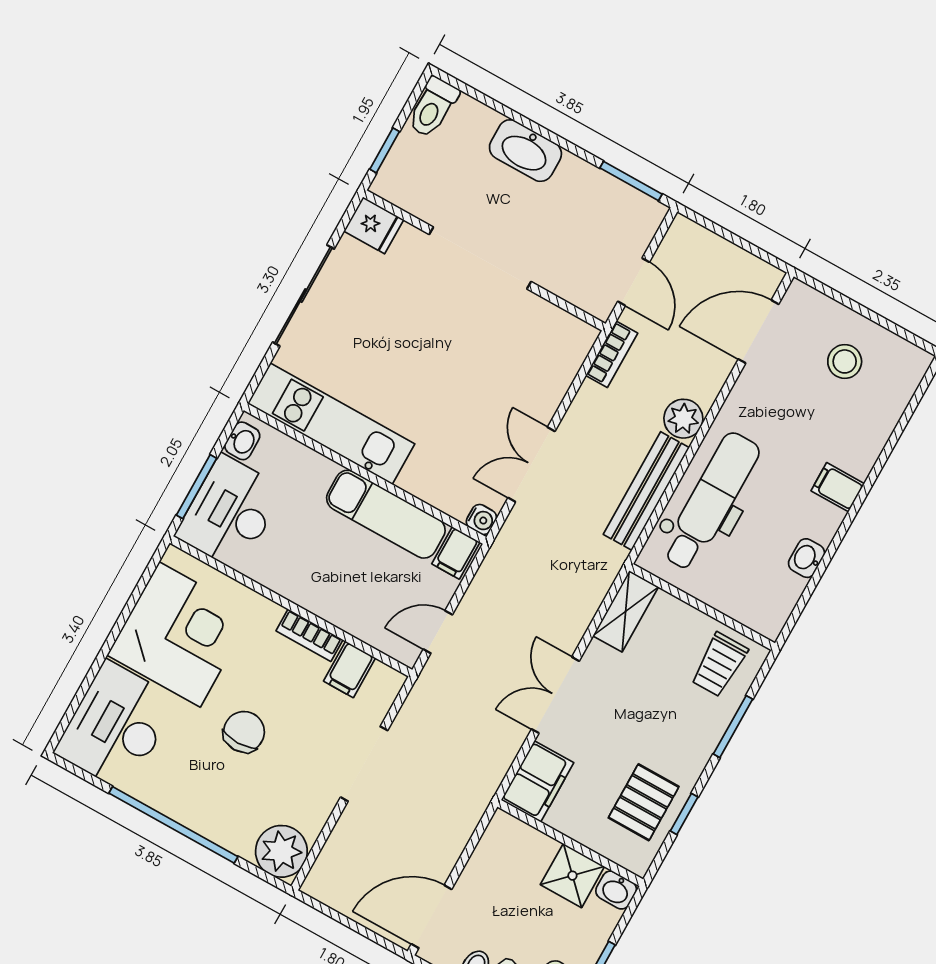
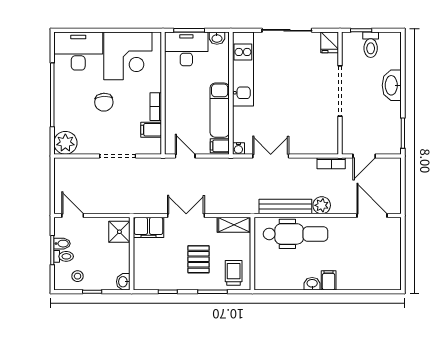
toilet: (433, 107) -> (371, 45), moved, turned -90
stool: (845, 361) -> (379, 256), removed
washbasin: (807, 558) -> (312, 284), moved
trolley: (719, 665) -> (234, 273), turned 90
chair: (244, 732) -> (104, 102), turned 86
pallet: (644, 802) -> (199, 259), moved, turned 90
shower: (572, 876) -> (119, 232), moved
door: (432, 917) -> (73, 216), width x0.73

